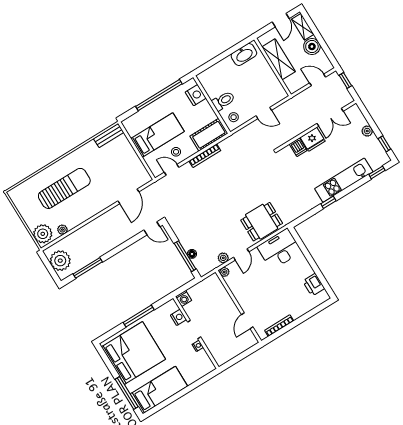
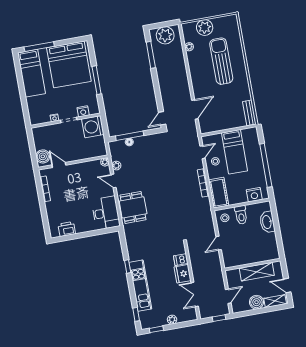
washbasin: (244, 54) -> (267, 222), moved
sun lounger: (64, 188) -> (221, 61), turned 180
door: (128, 196) -> (195, 110), swing flipped
plant: (43, 234) -> (205, 28), moved
washing machine: (184, 298) -> (93, 127), width x1.89, depth x1.89
boiler: (245, 342) -> (43, 156), added

